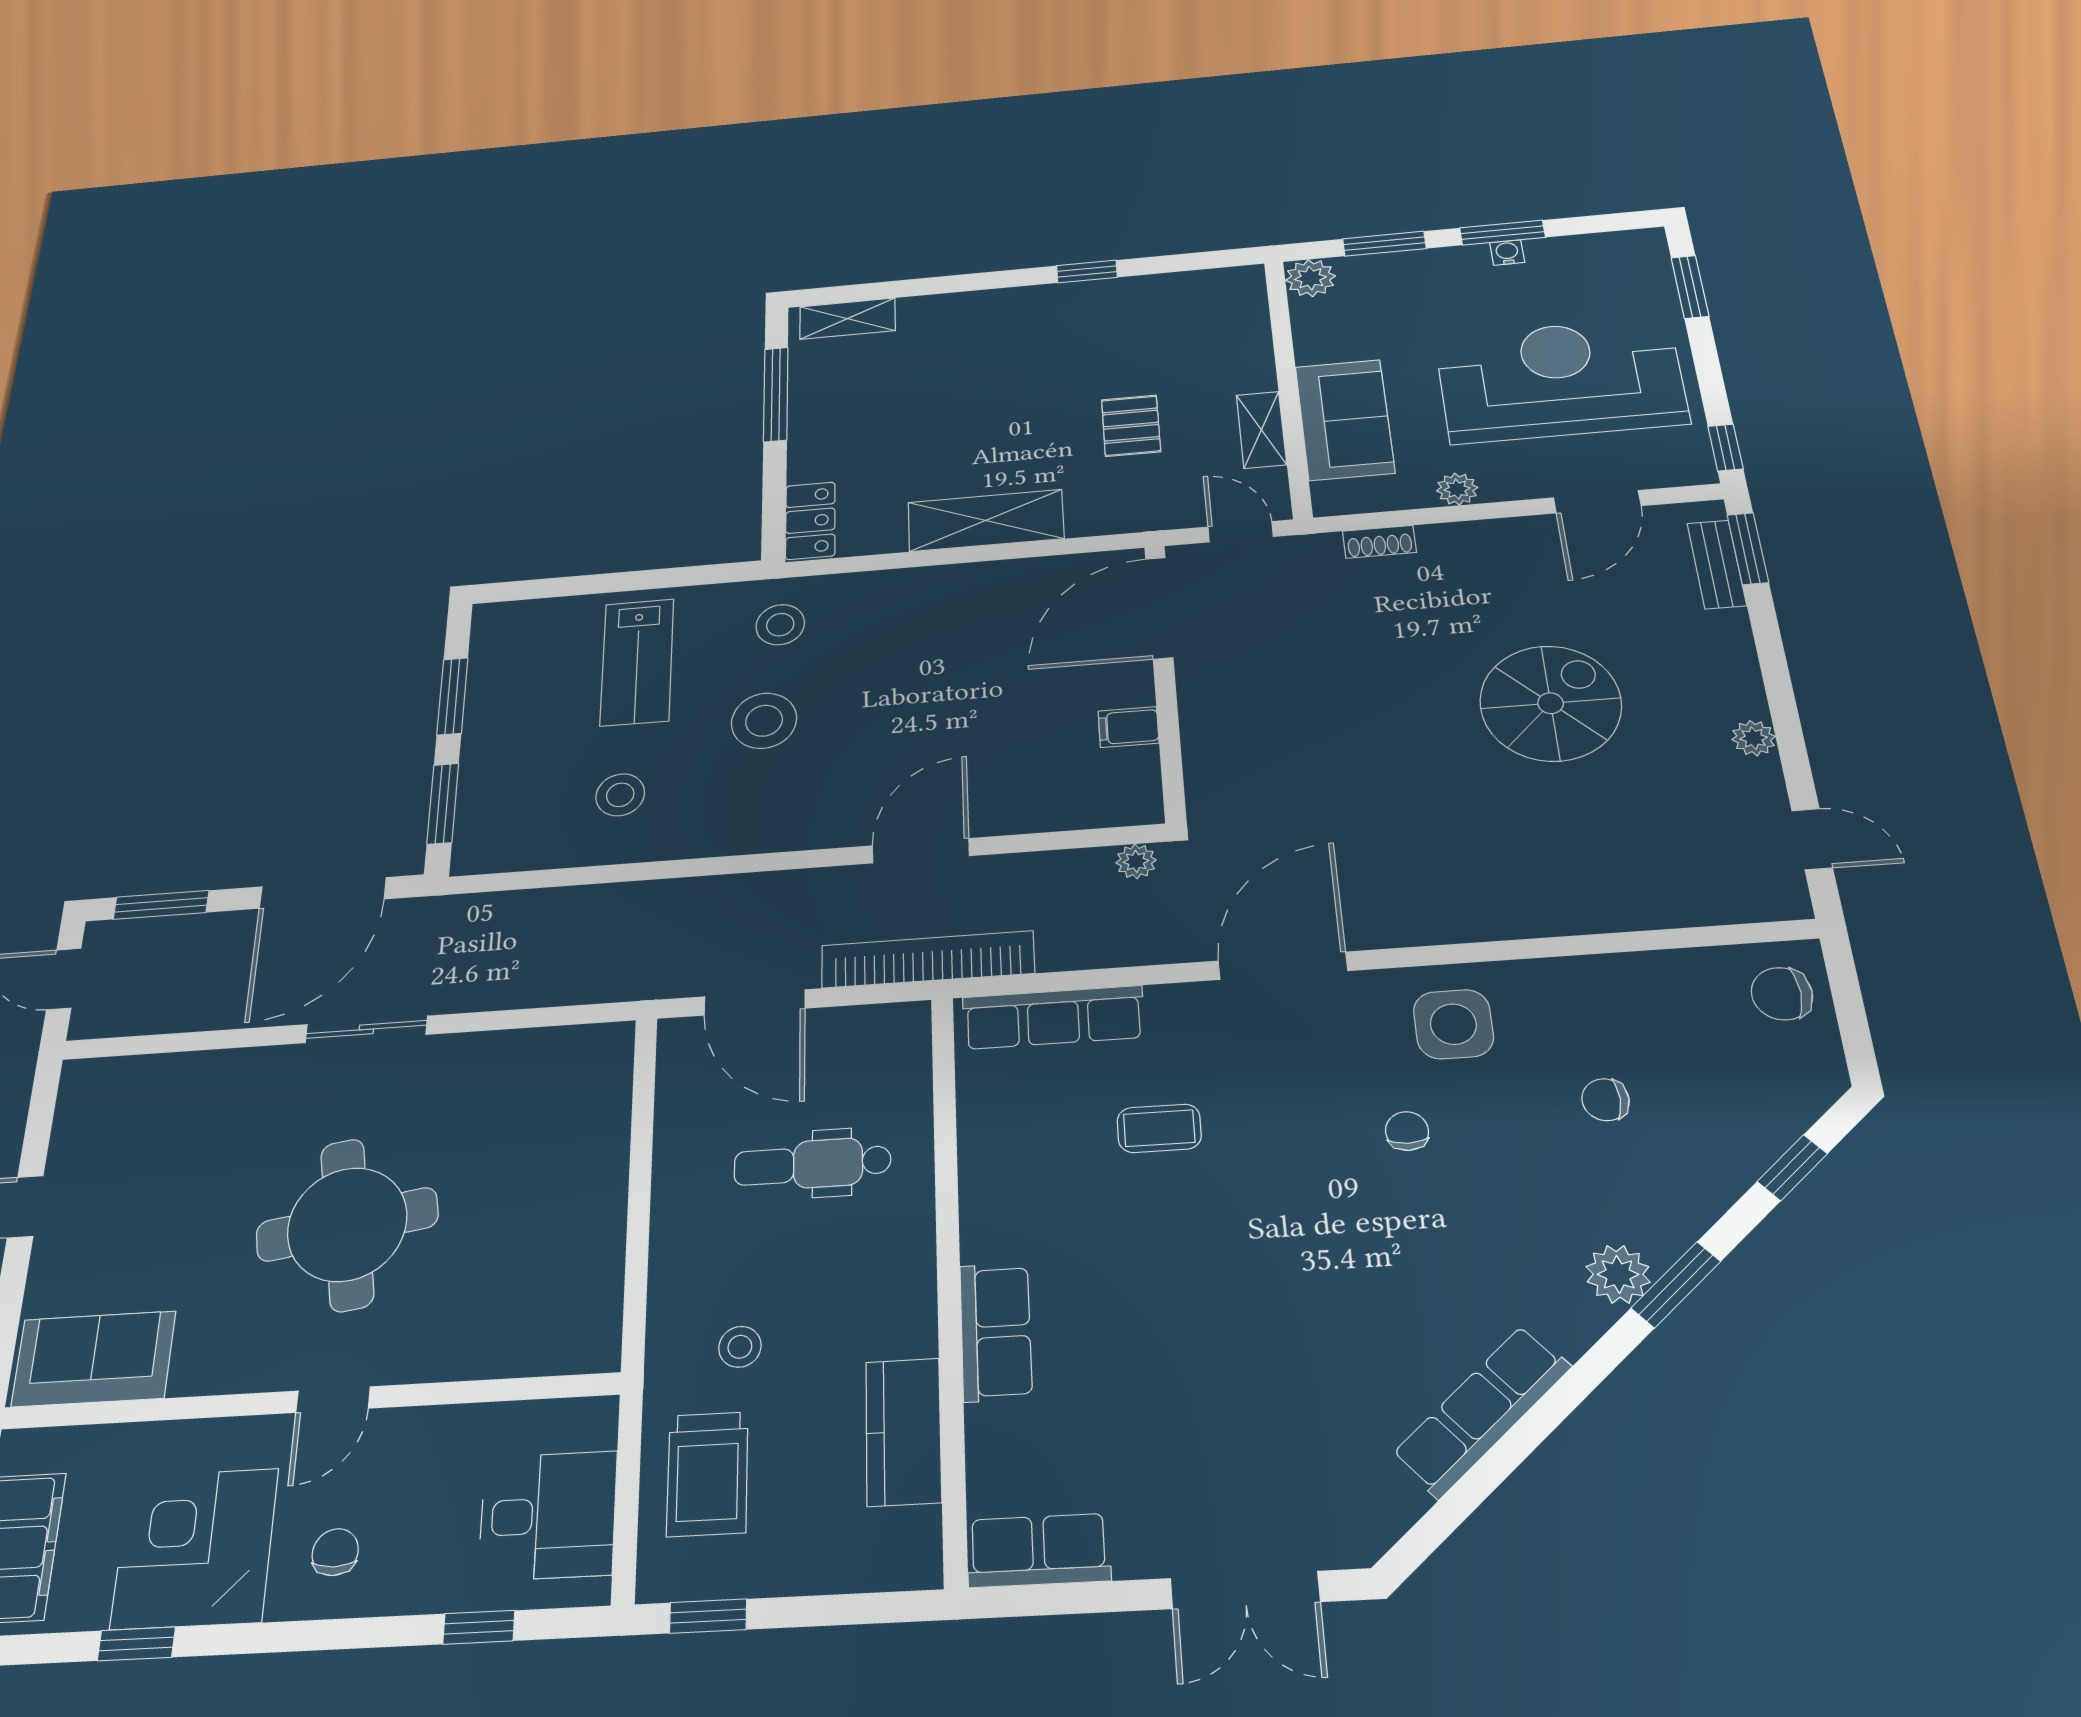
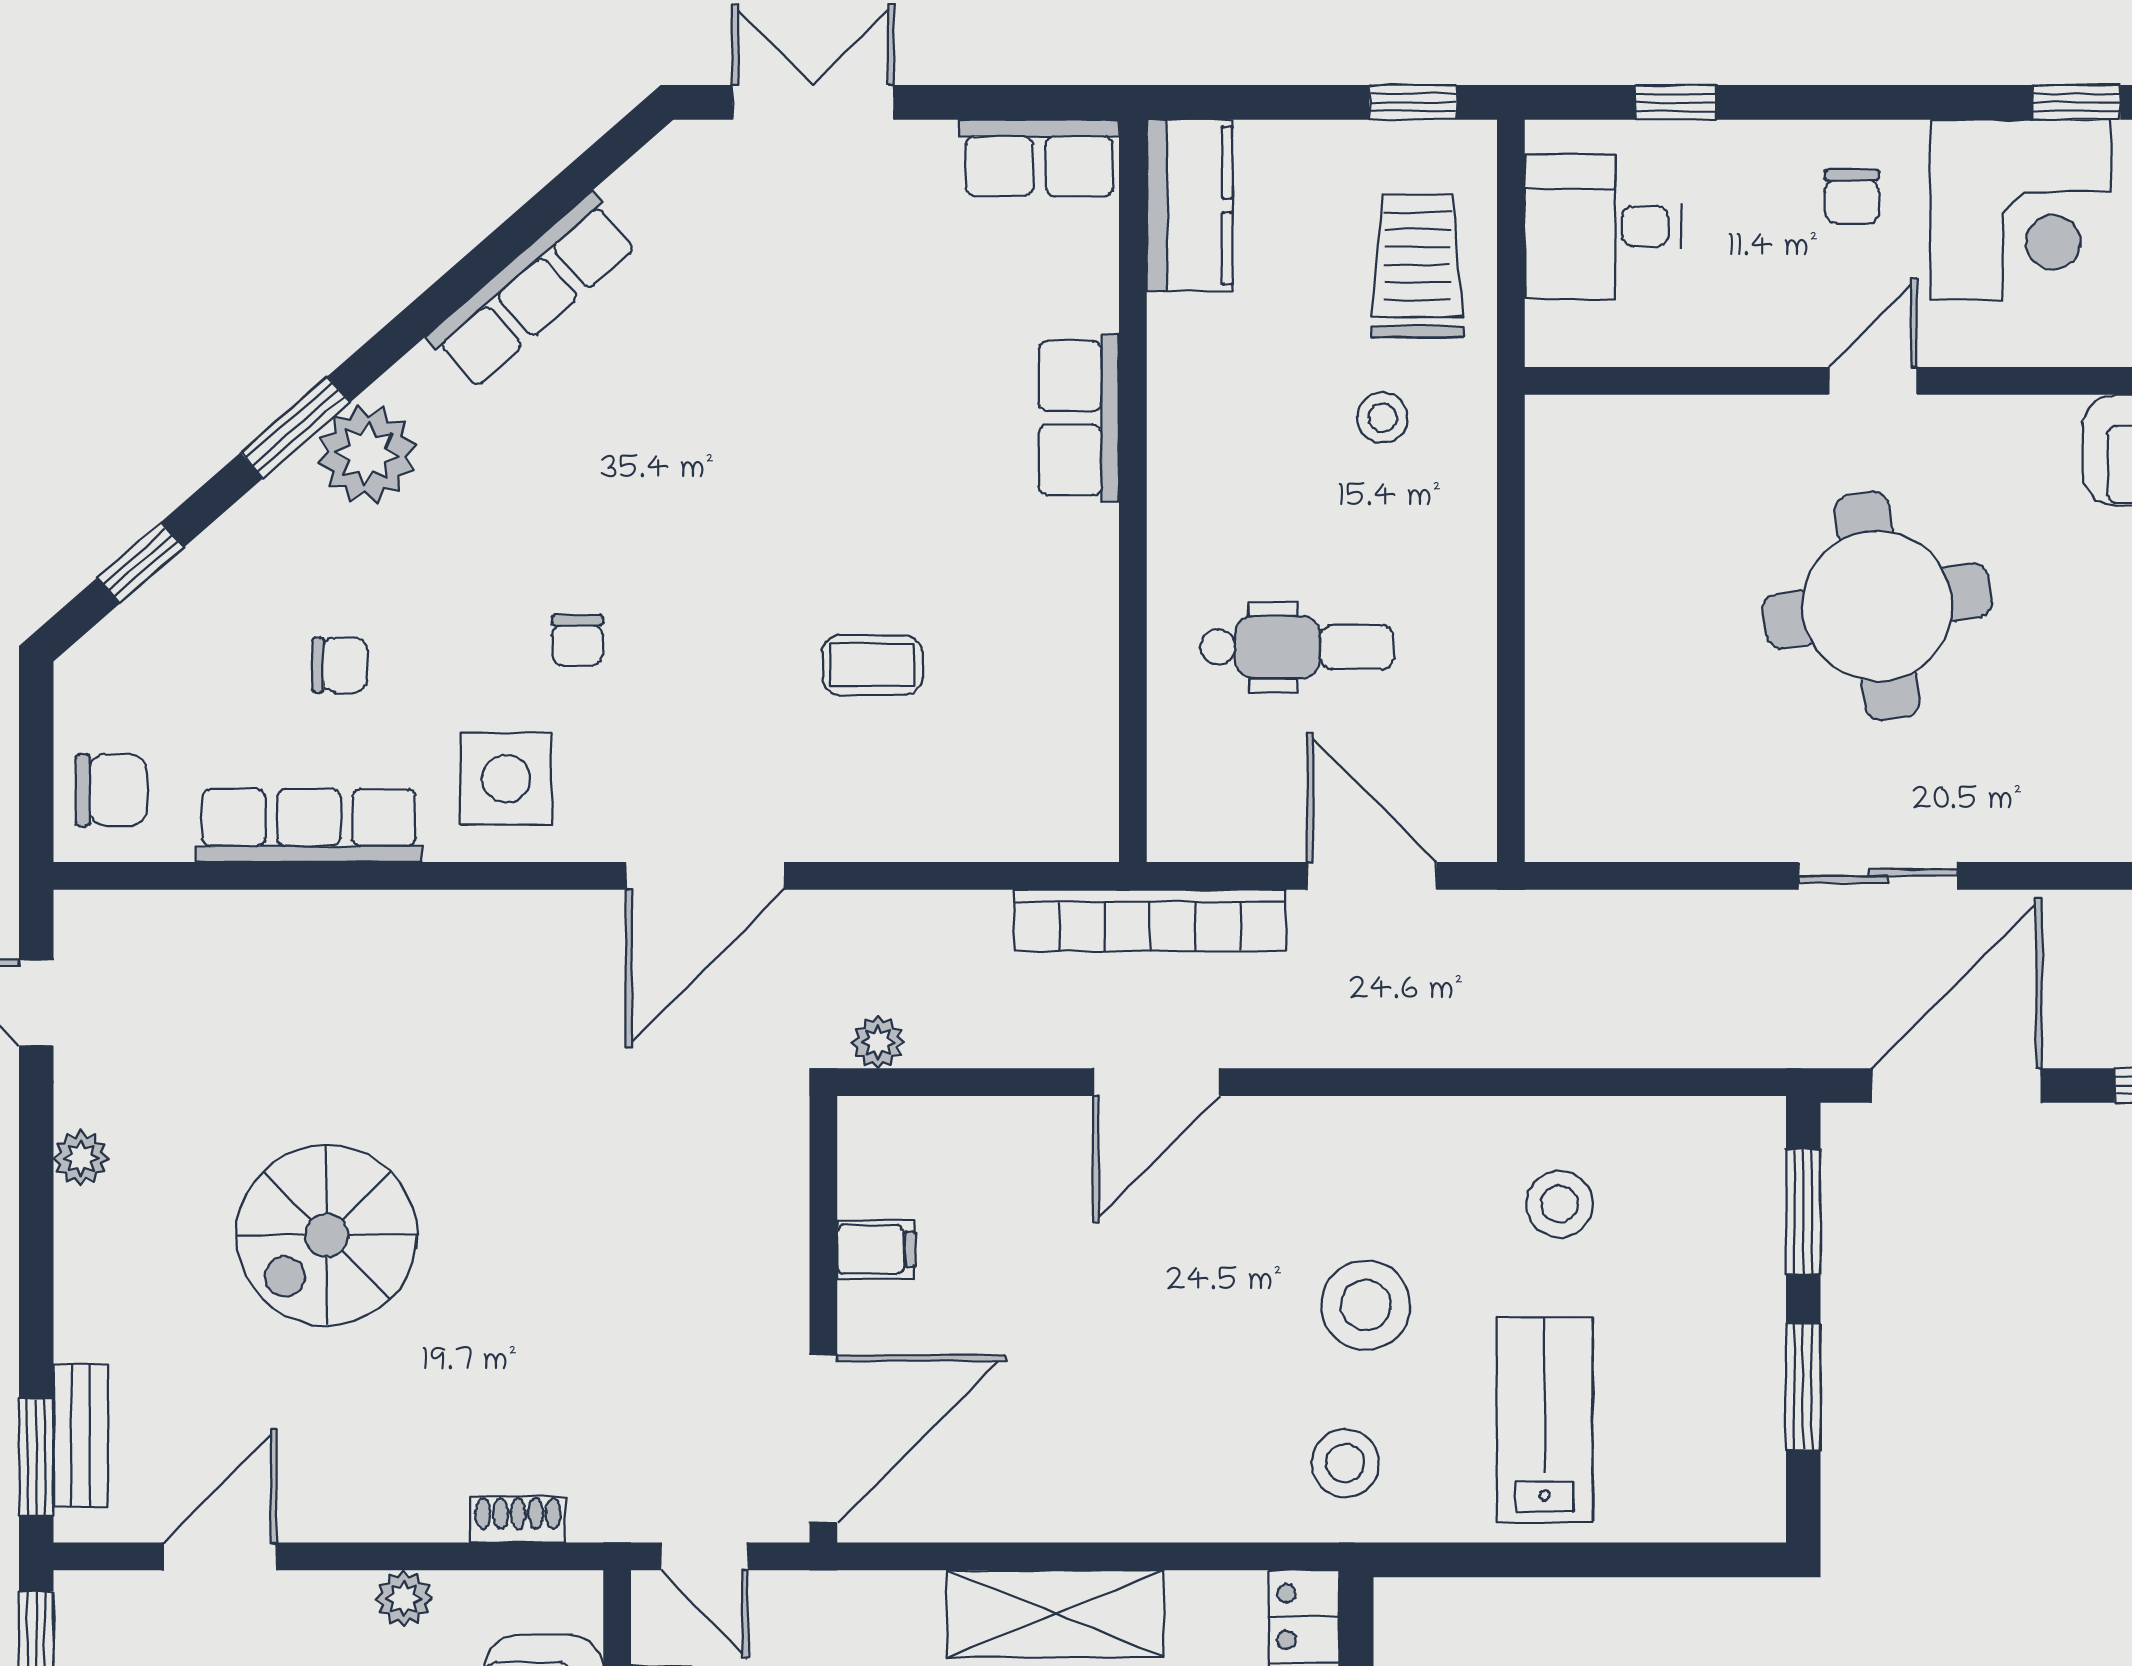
row of seats: (1053, 1017) -> (309, 826), moved
plant: (1618, 1274) -> (367, 454), width x1.36, depth x1.36
kitchen counter: (903, 1432) -> (1190, 205), moved

